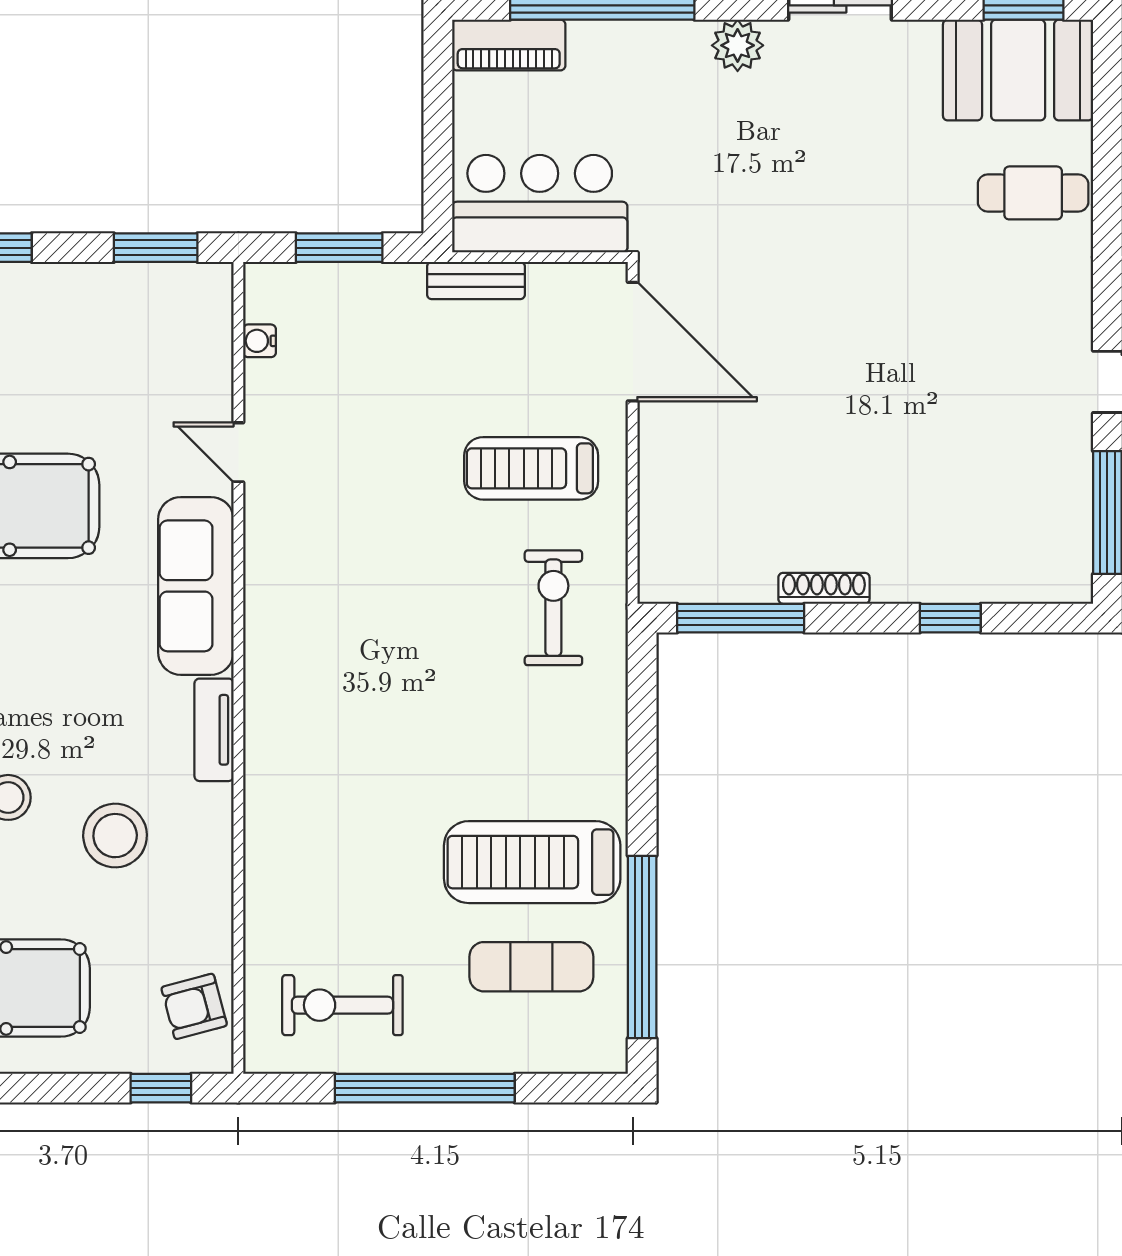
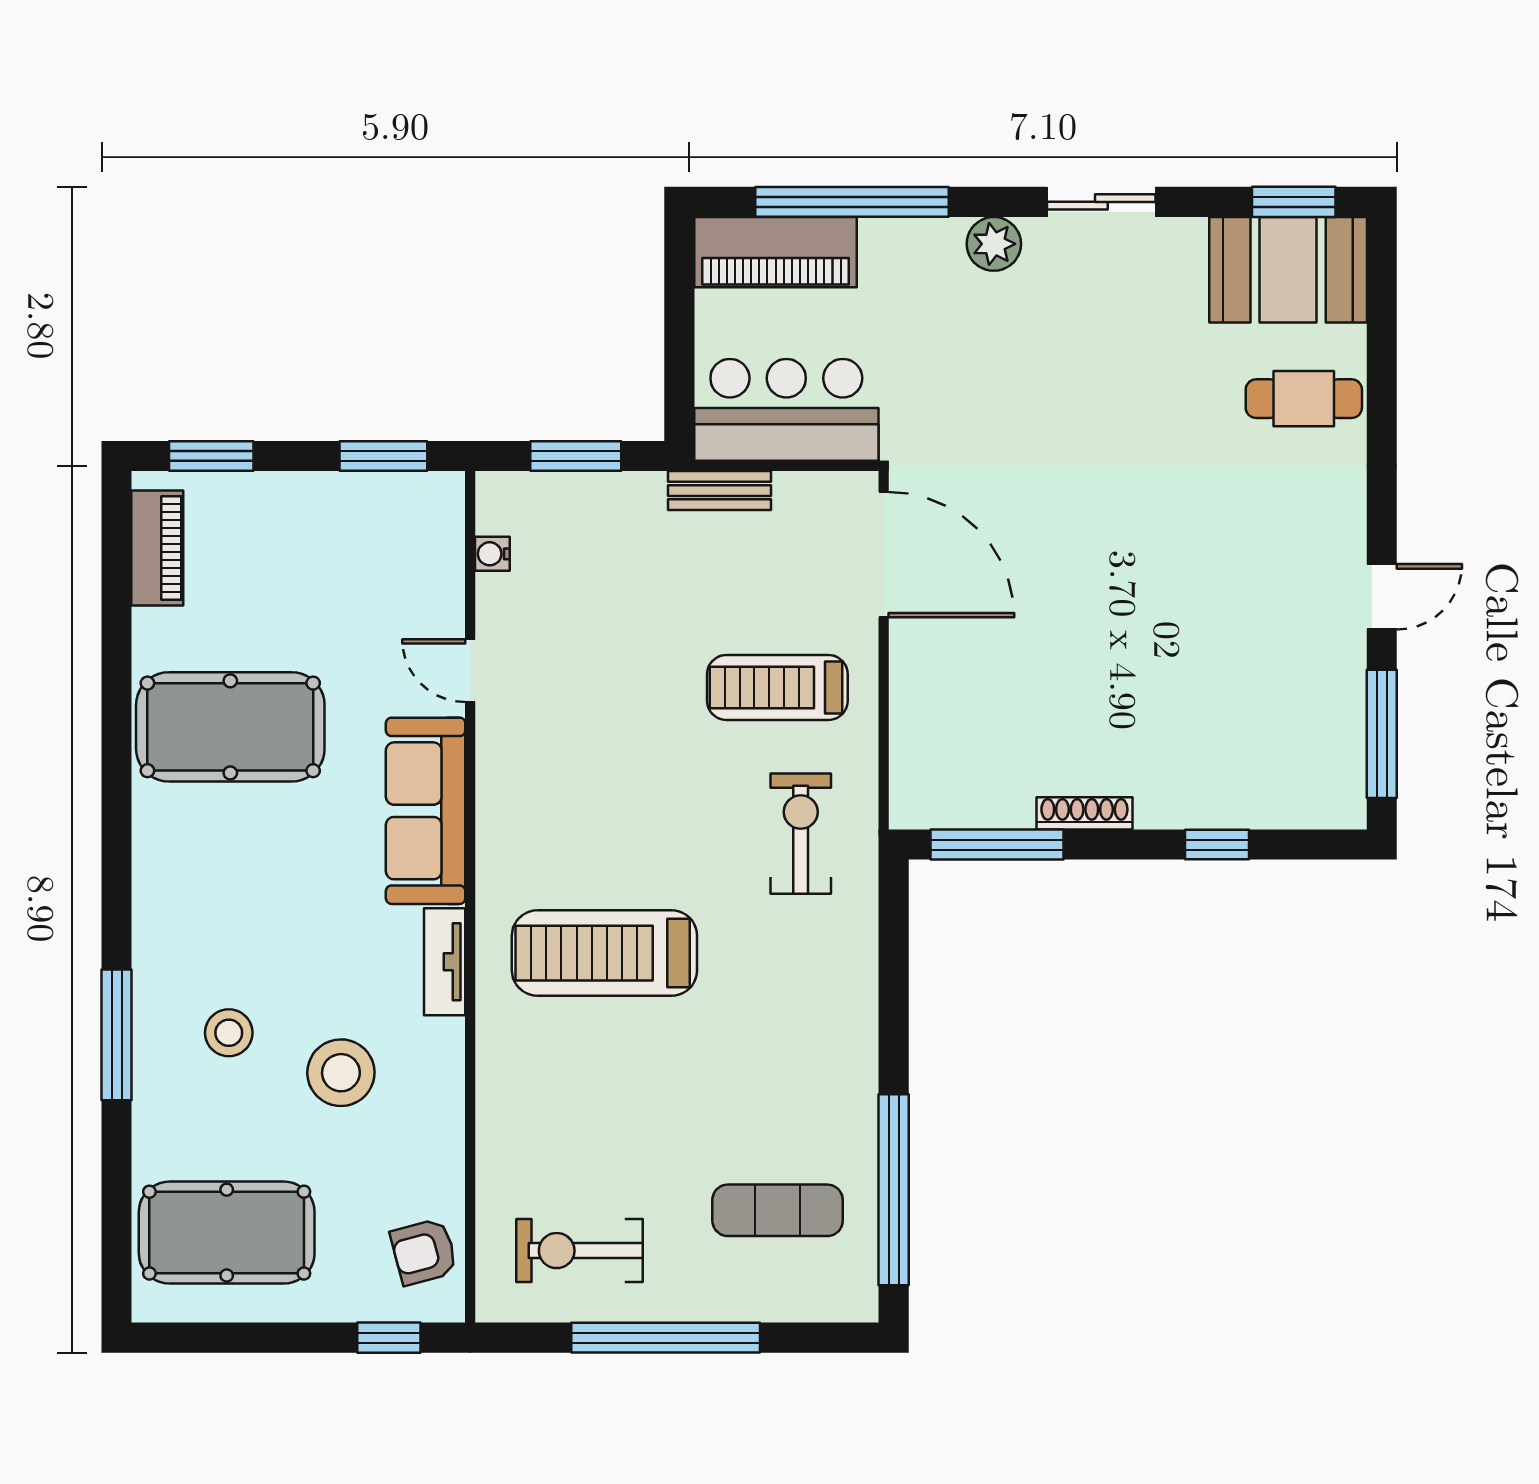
piano: (509, 45) -> (776, 252), width x1.37, depth x1.33
treadmill: (532, 862) -> (604, 953), moved

